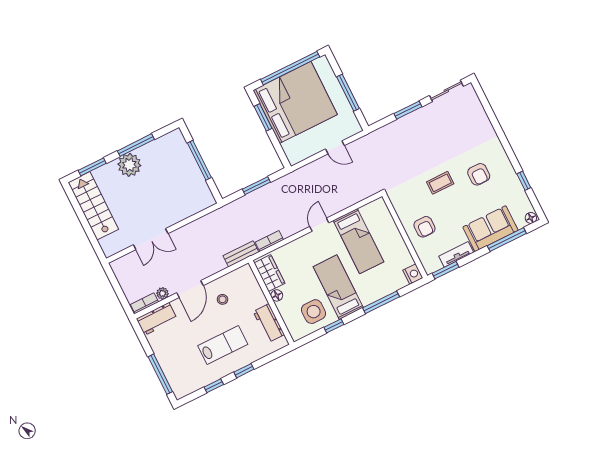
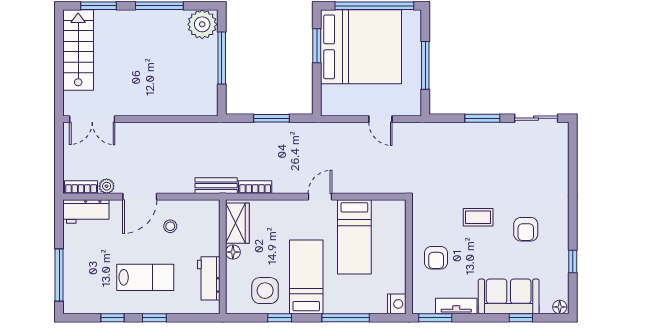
plant: (129, 165) -> (202, 24), moved
double door: (151, 239) -> (92, 119), moved
window: (507, 240) -> (521, 318), width x0.46

